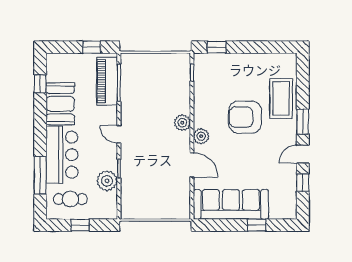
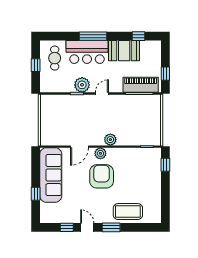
armchair: (245, 117) -> (102, 176), moved
window: (40, 175) -> (93, 36), moved
plant: (107, 181) -> (82, 85), moved

